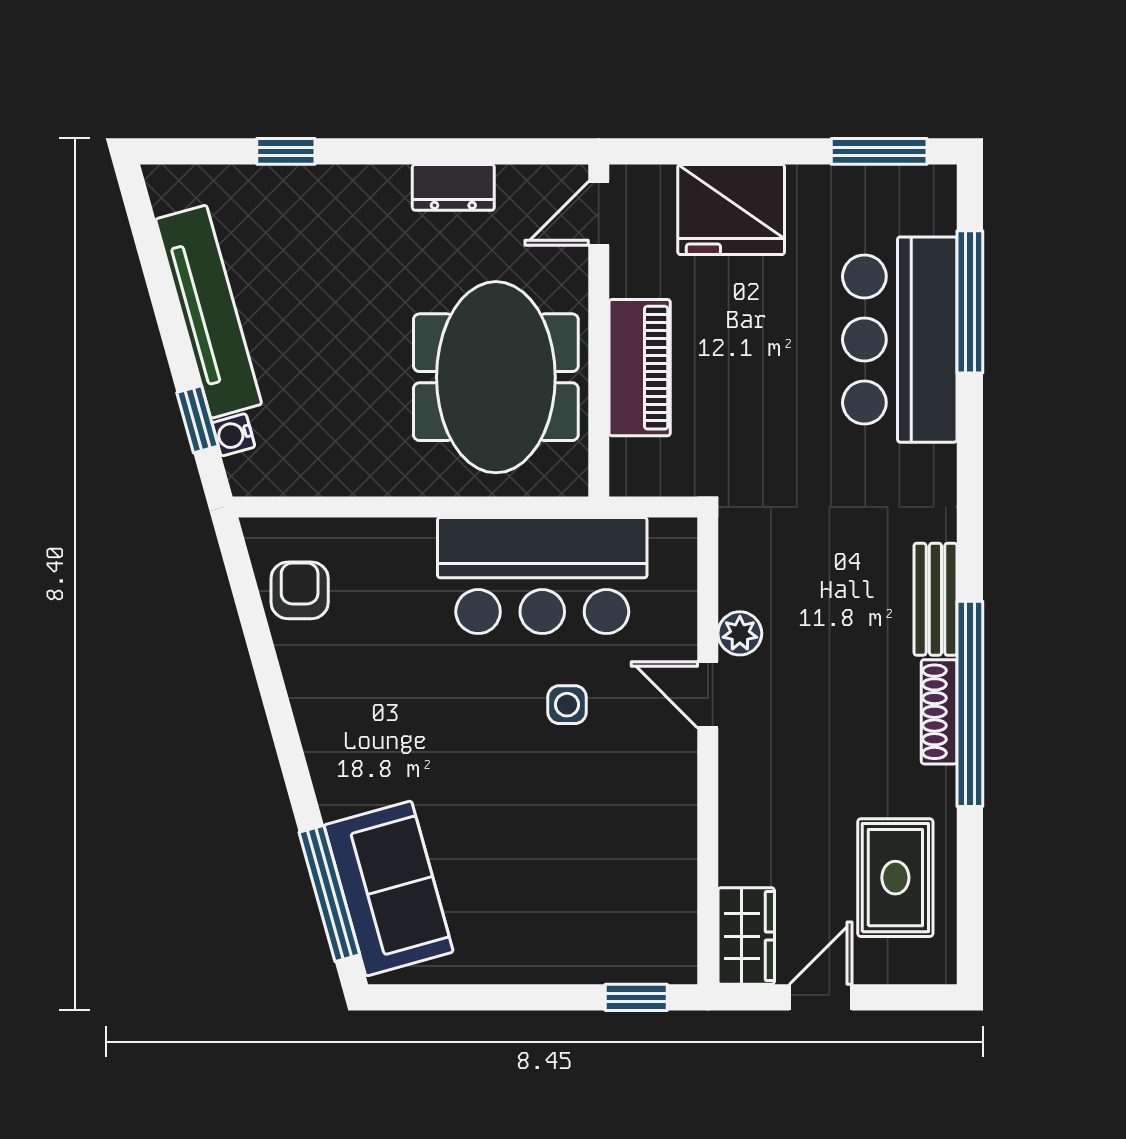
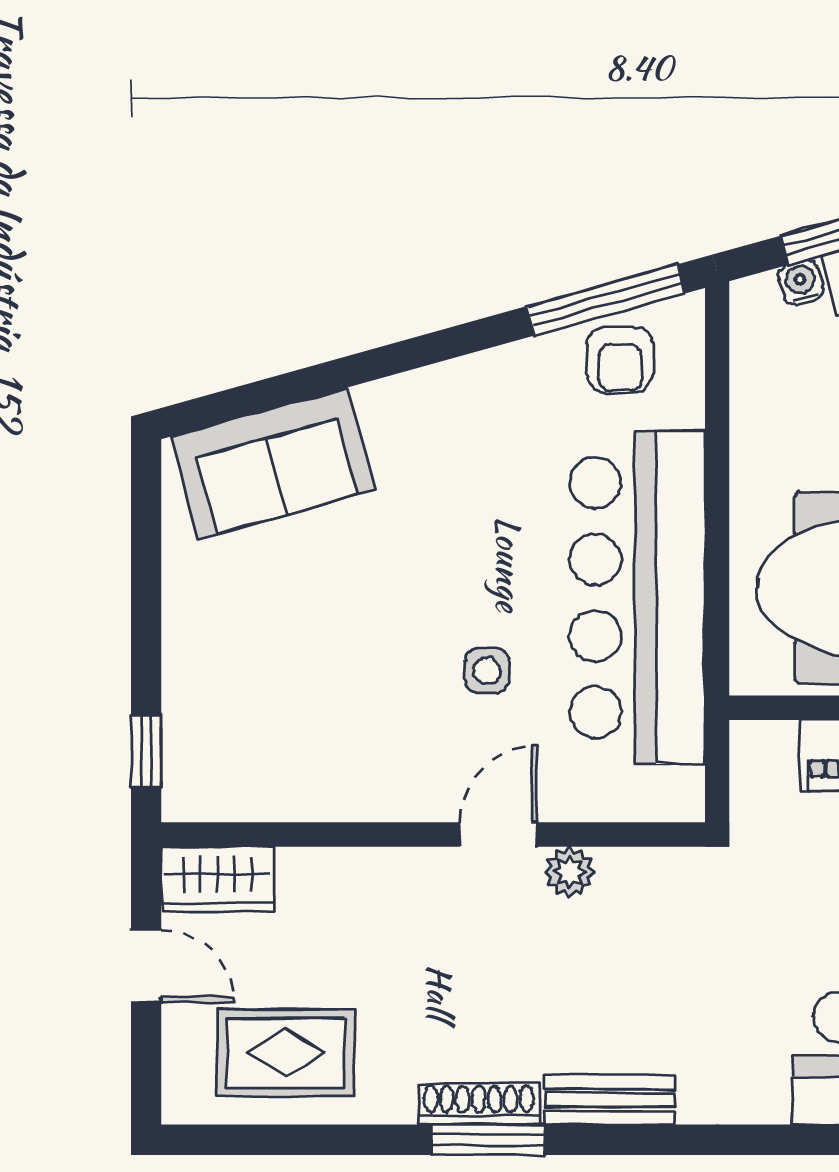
bar counter: (542, 576) -> (637, 598), width x1.36
armchair: (300, 590) -> (620, 359), turned 90
window: (970, 704) -> (488, 1140), width x0.47
window: (329, 893) -> (606, 300), moved

